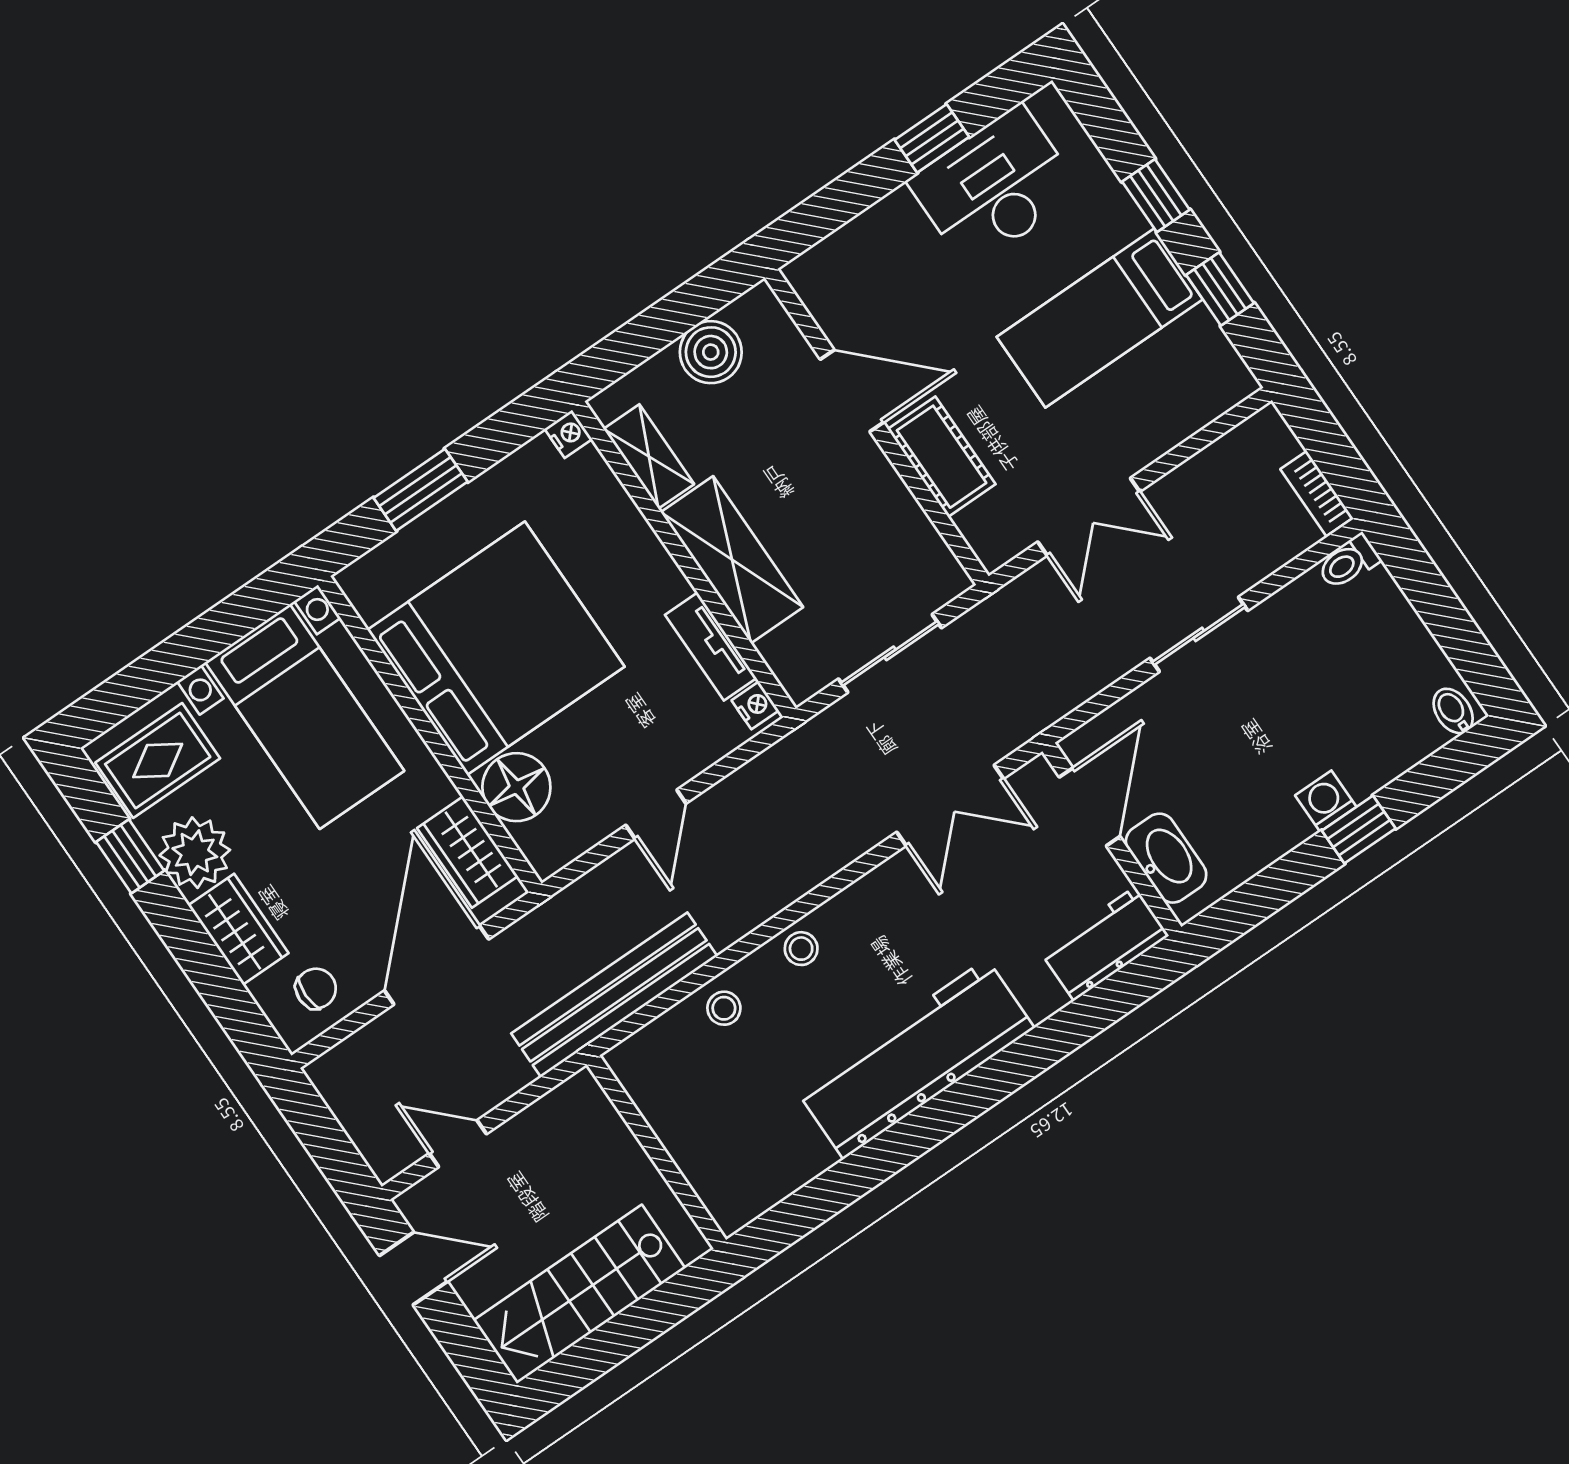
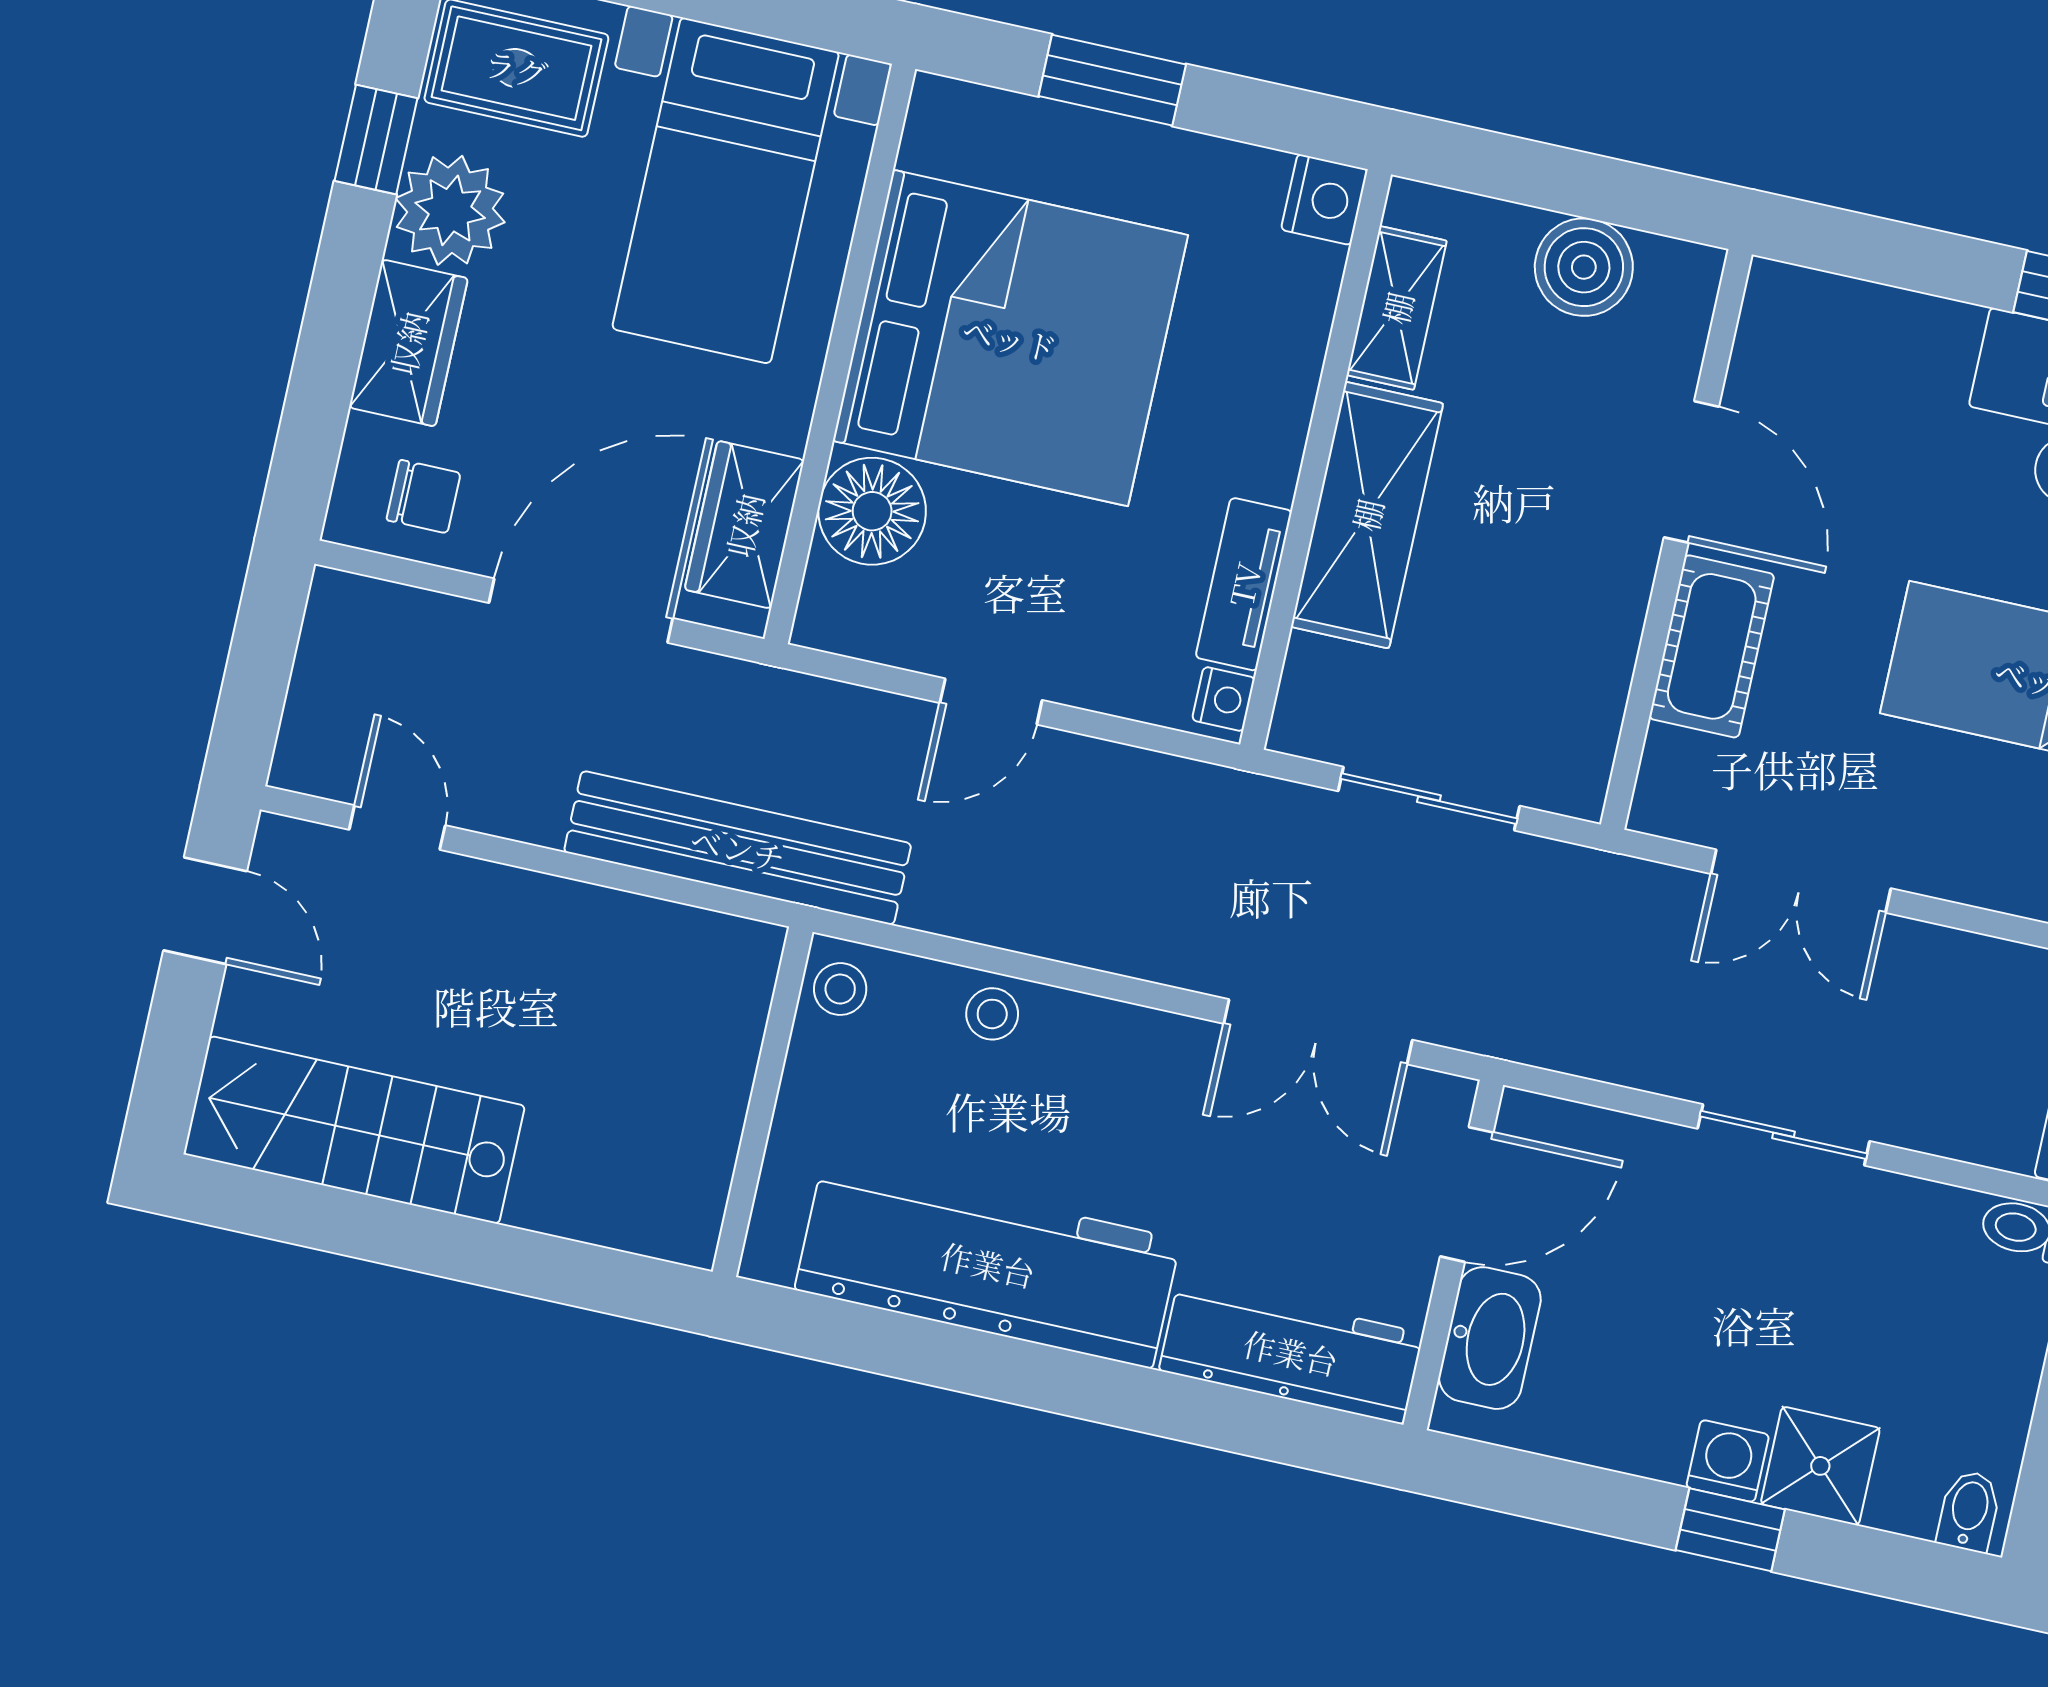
nightstand: (568, 434) -> (1324, 200), width x1.39, depth x1.35
shower: (1368, 760) -> (1820, 1466), added
workbench: (1105, 944) -> (1291, 1352), width x1.37
wall: (657, 1152) -> (763, 1102), moved

